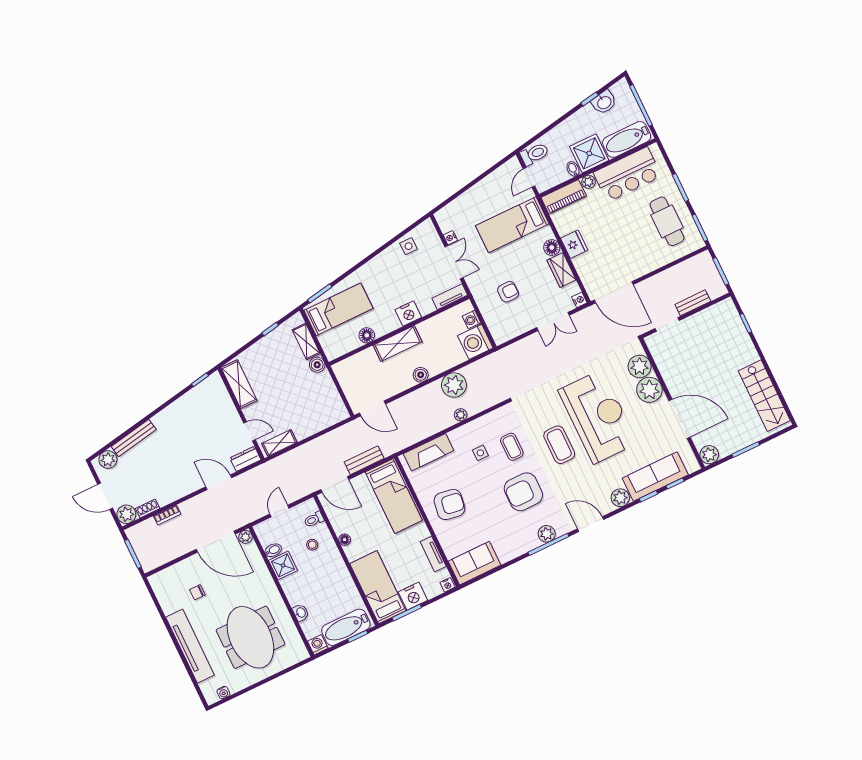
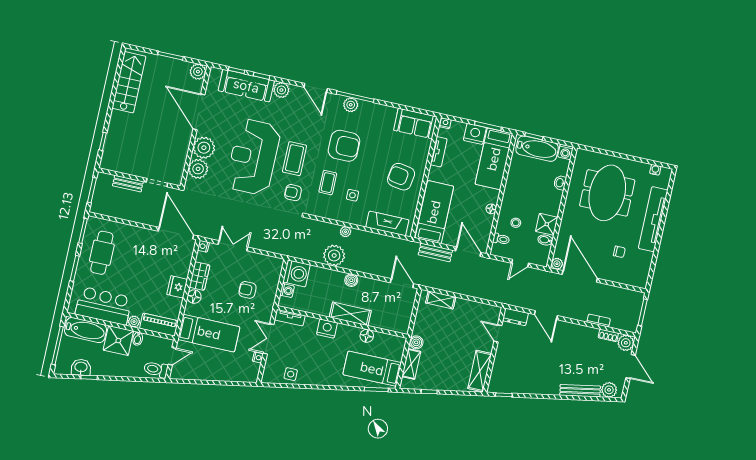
armchair: (536, 413) -> (293, 193), added
shelving: (279, 443) -> (441, 300), moved

